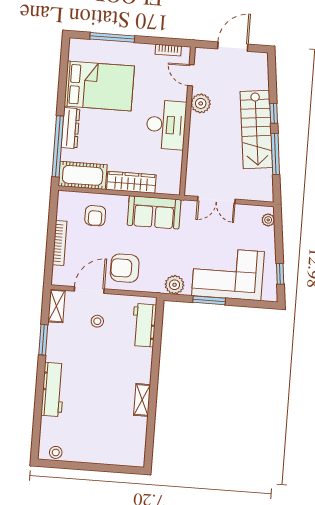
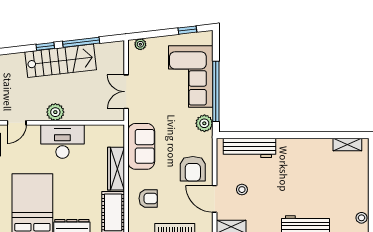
plant: (201, 103) -> (55, 112), moved
double door: (216, 200) -> (126, 92), swing flipped
window: (209, 300) -> (216, 91), width x2.11
workbench: (144, 325) -> (249, 148), width x1.38
shelving: (142, 400) -> (347, 144), moved

